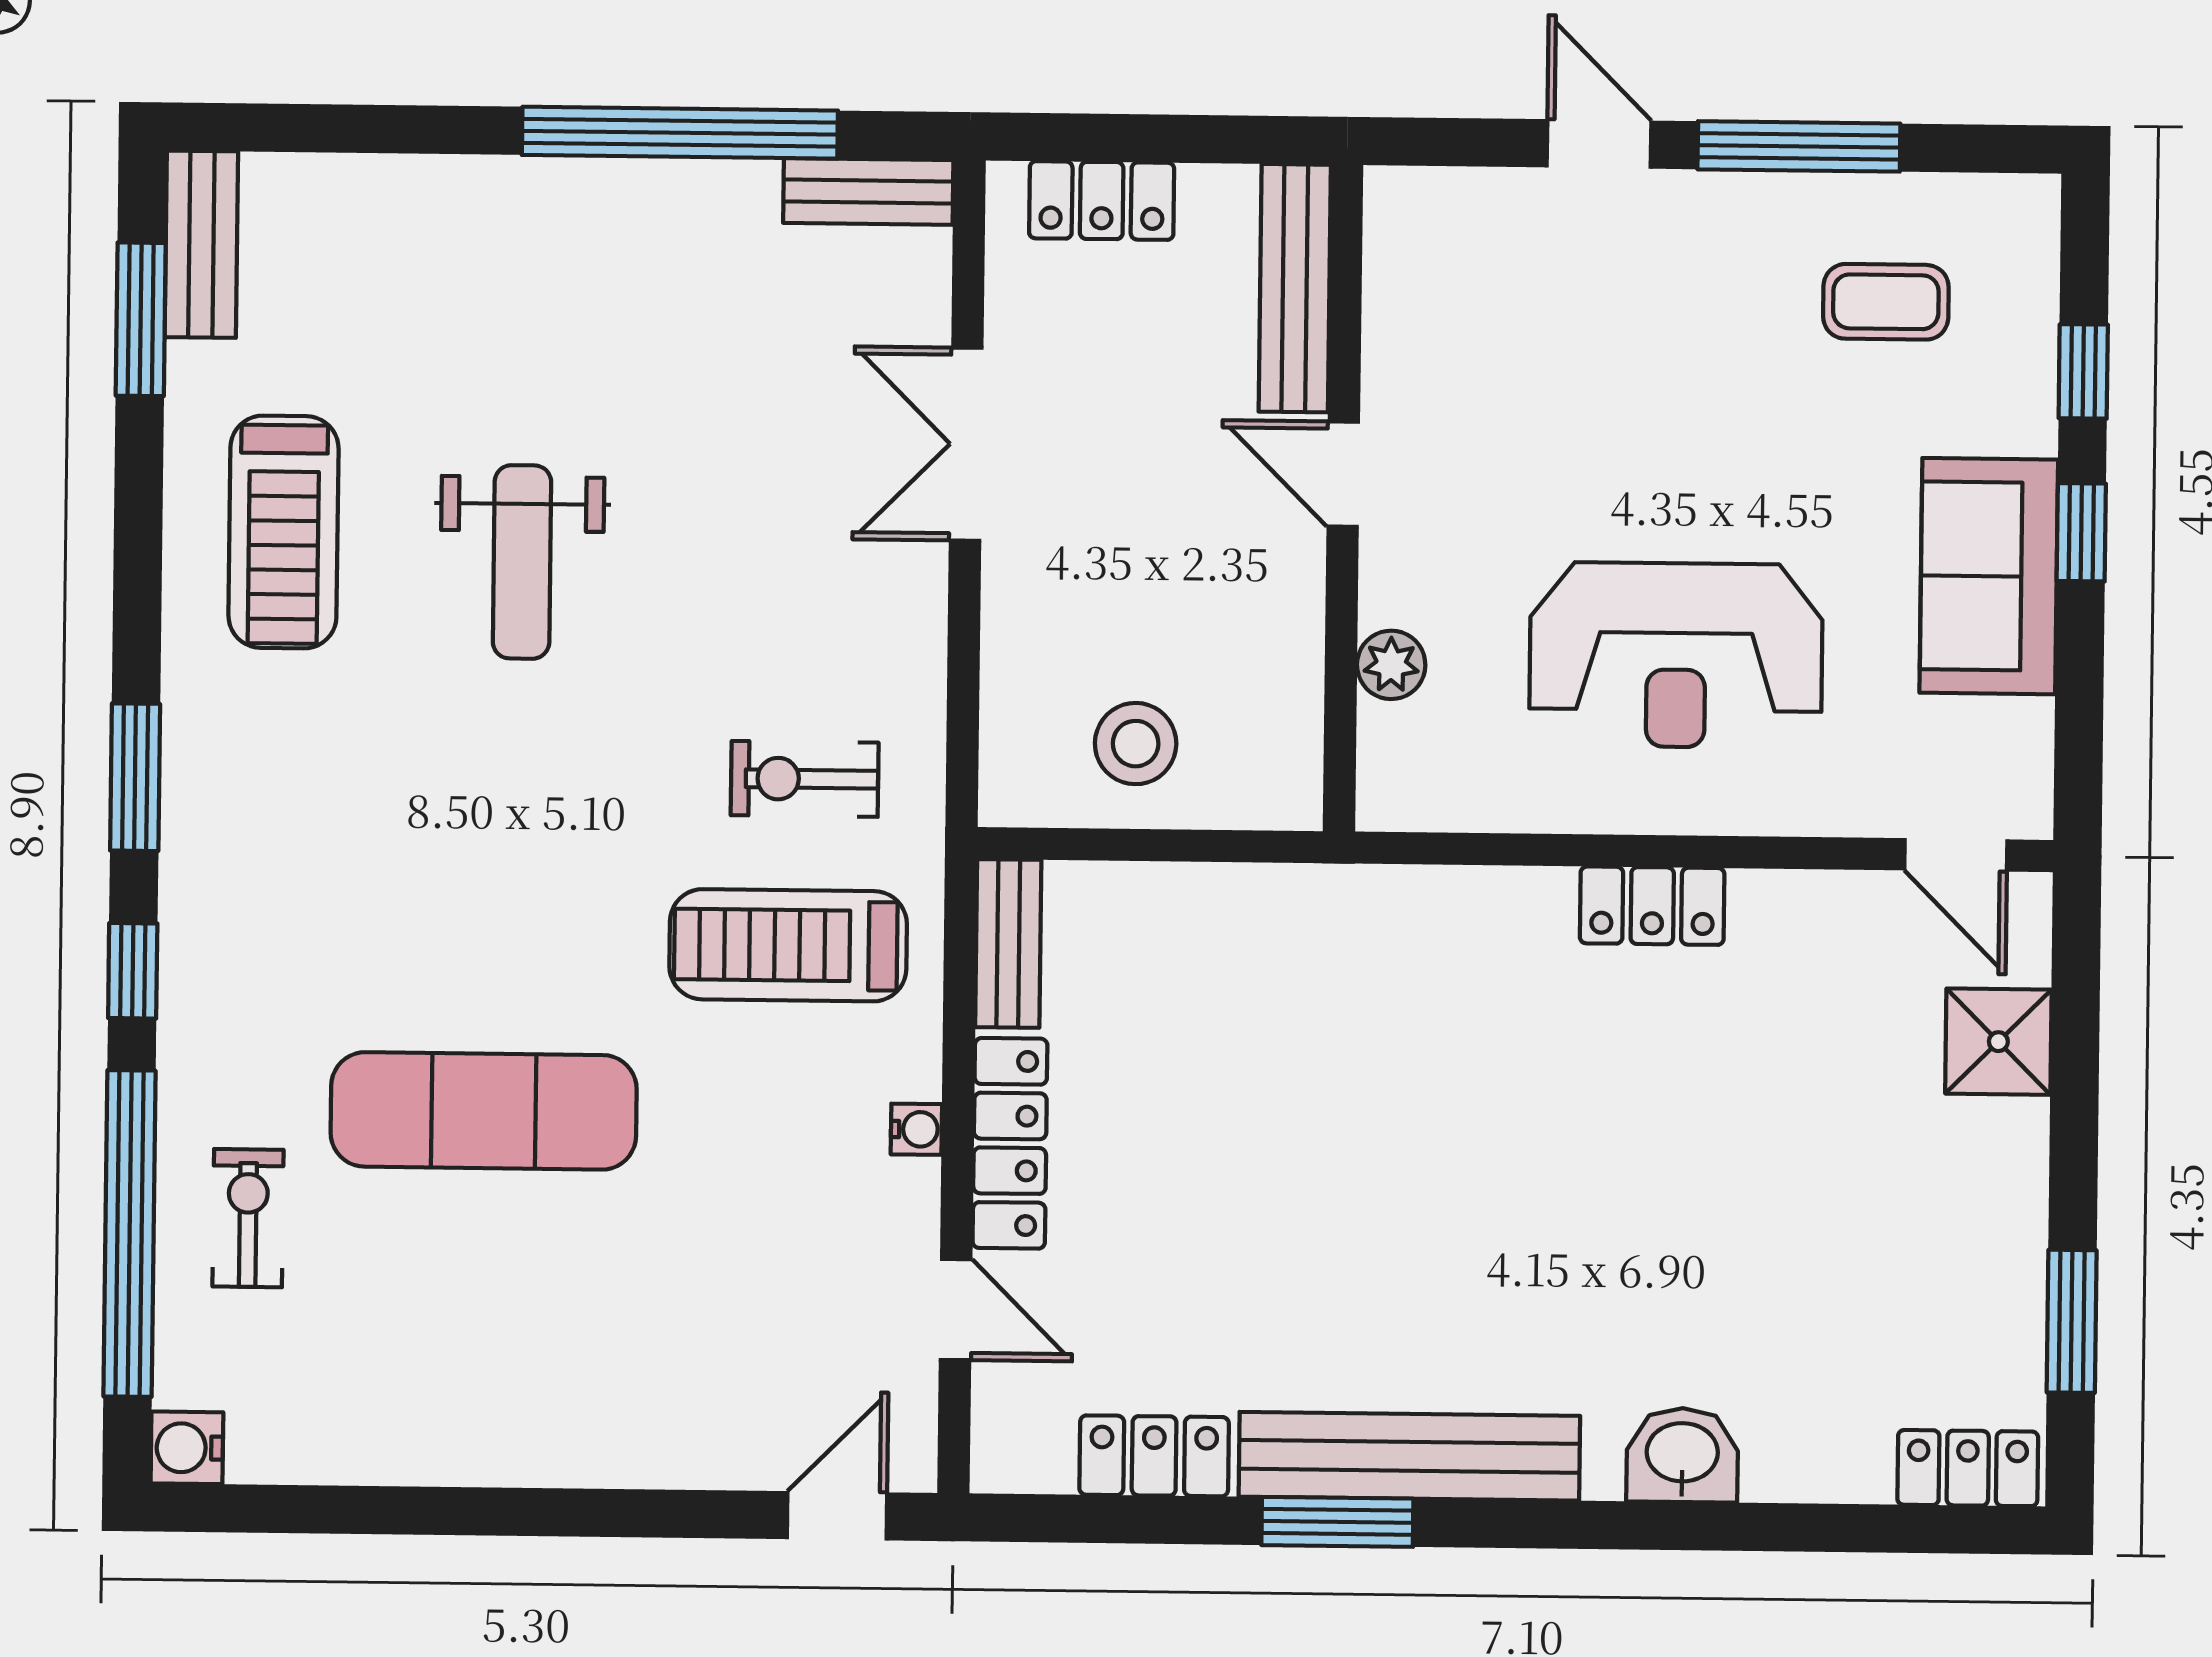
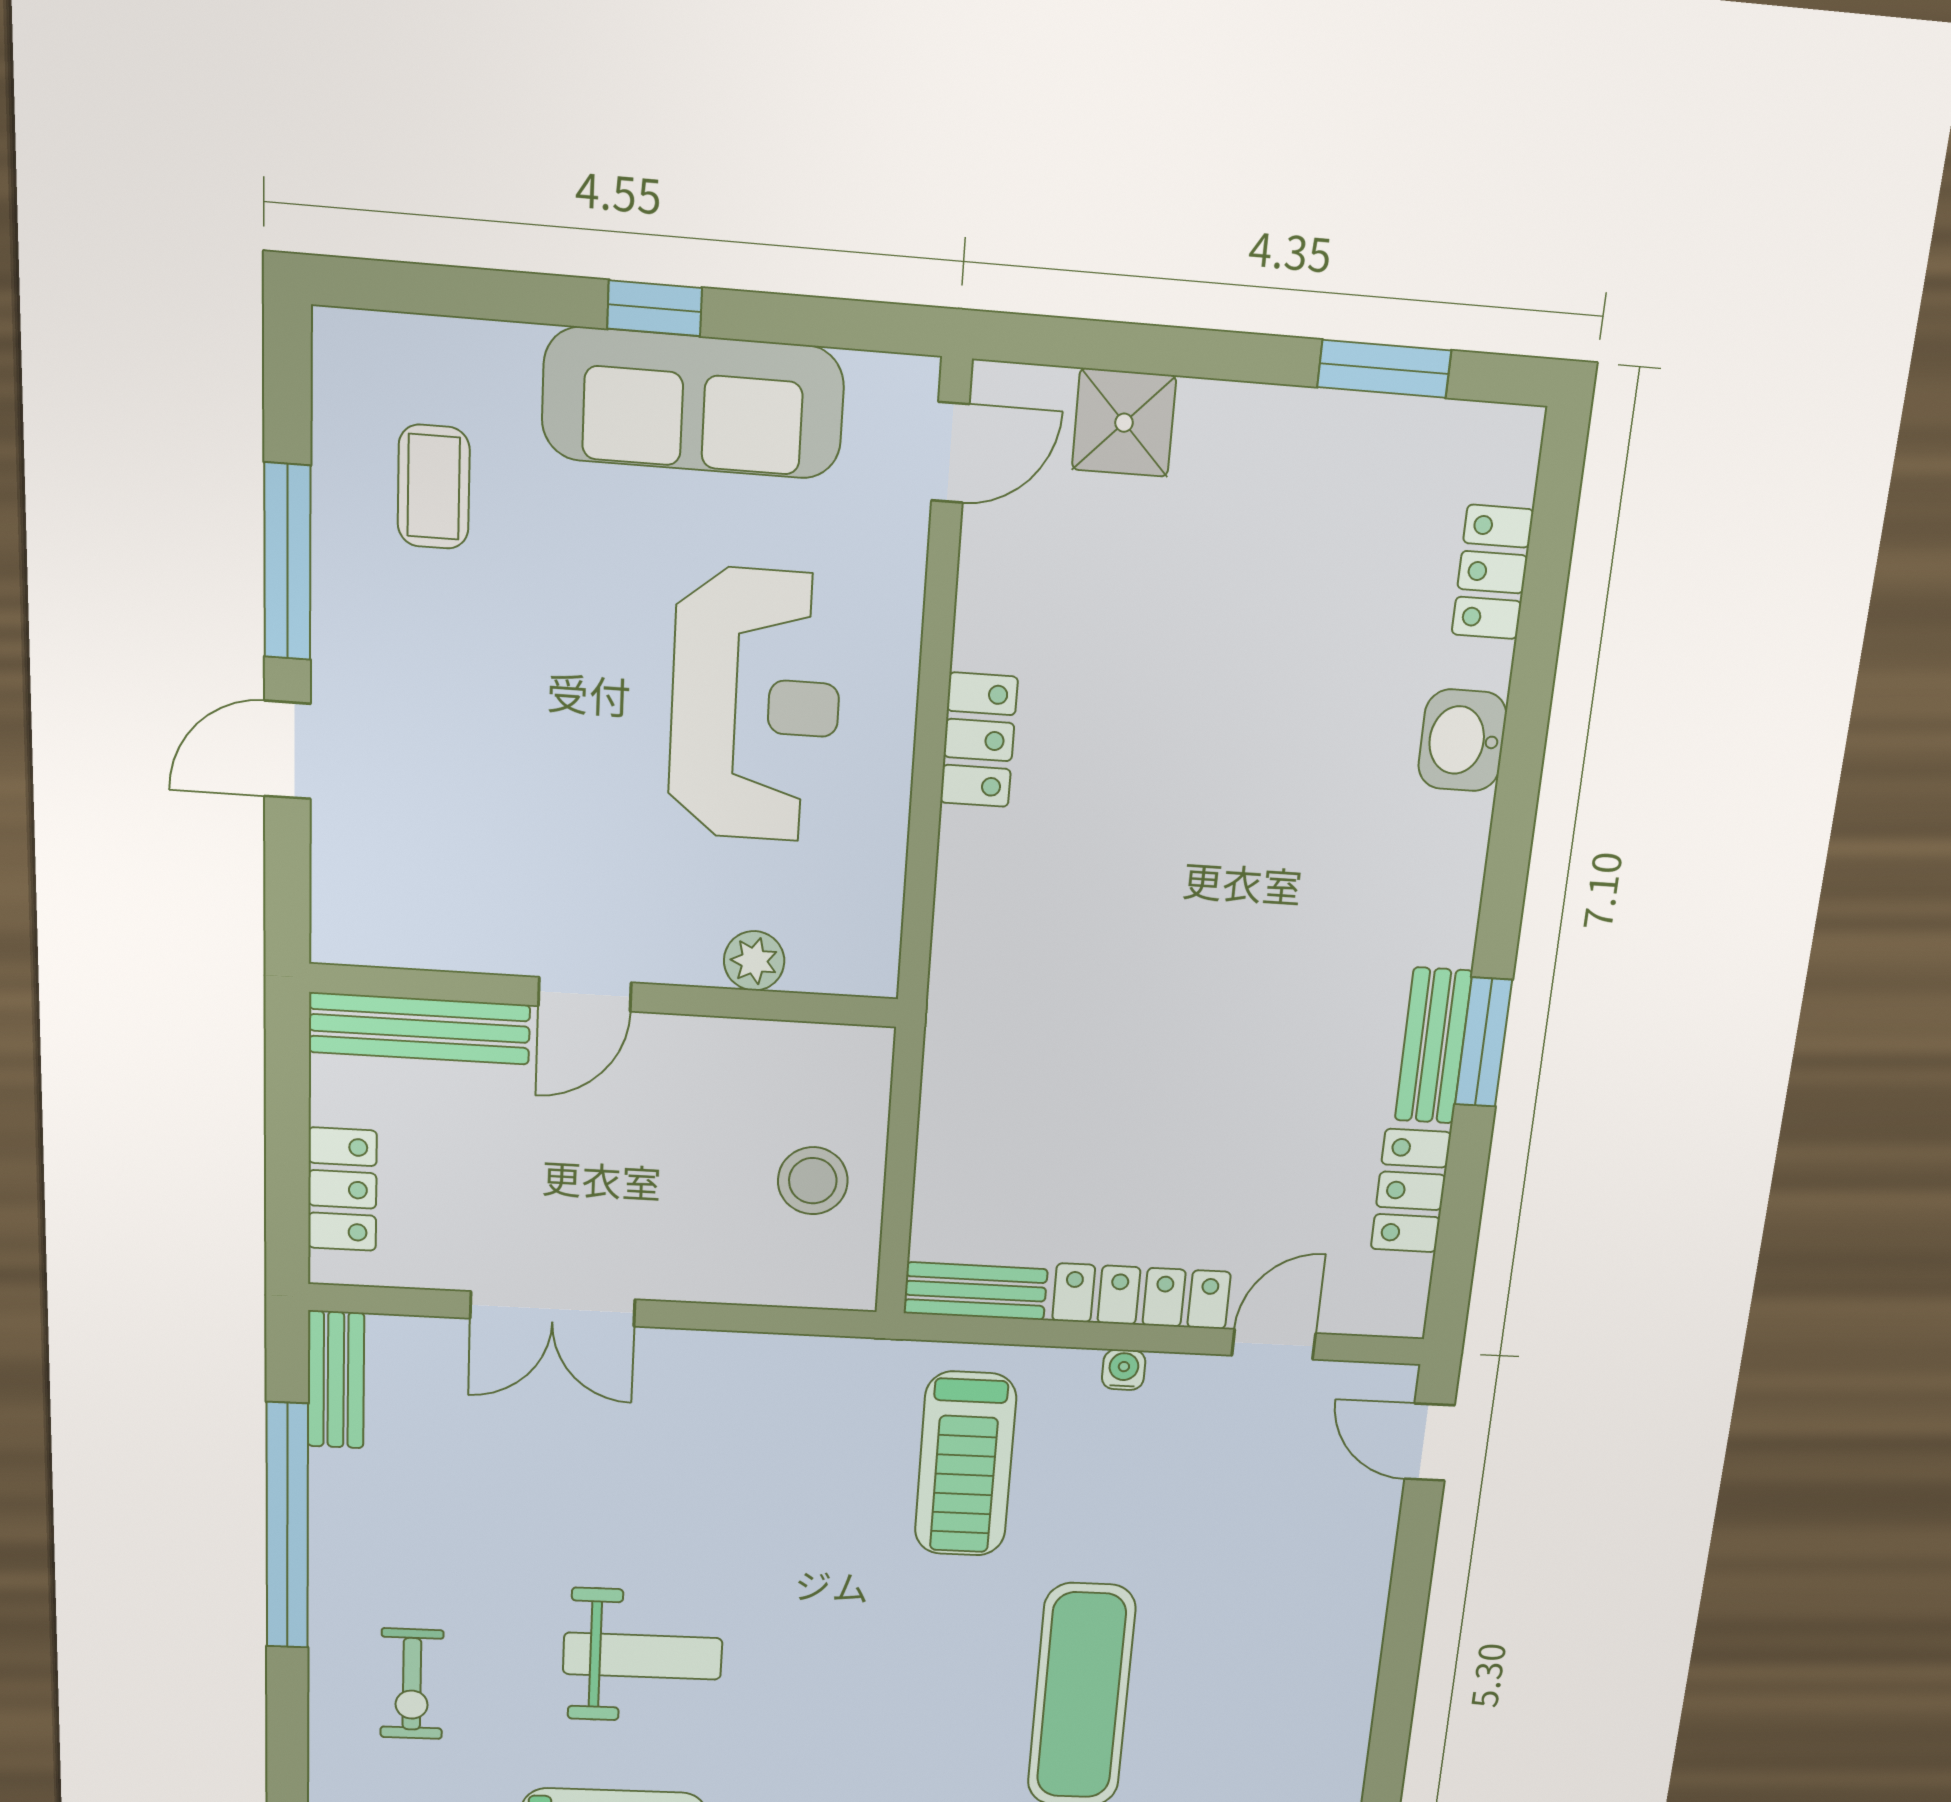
window: (2083, 371) -> (501, 295), removed
sofa: (1989, 576) -> (693, 403), width x1.36
exercise bike: (805, 779) -> (412, 1684), moved
bench: (1409, 1456) -> (1433, 1046), width x0.54, depth x0.82
locker: (1968, 1468) -> (1492, 572), moved

